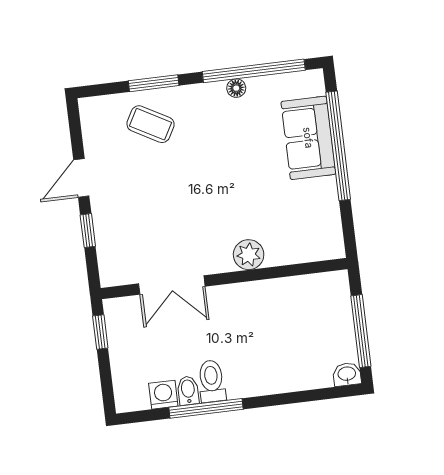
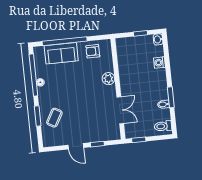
armchair: (315, 215) -> (93, 51), added
window: (361, 331) -> (140, 33), width x0.46
toilet: (212, 381) -> (163, 126), moved
washing machine: (163, 395) -> (160, 63), moved
window: (206, 408) -> (171, 97), width x0.69

